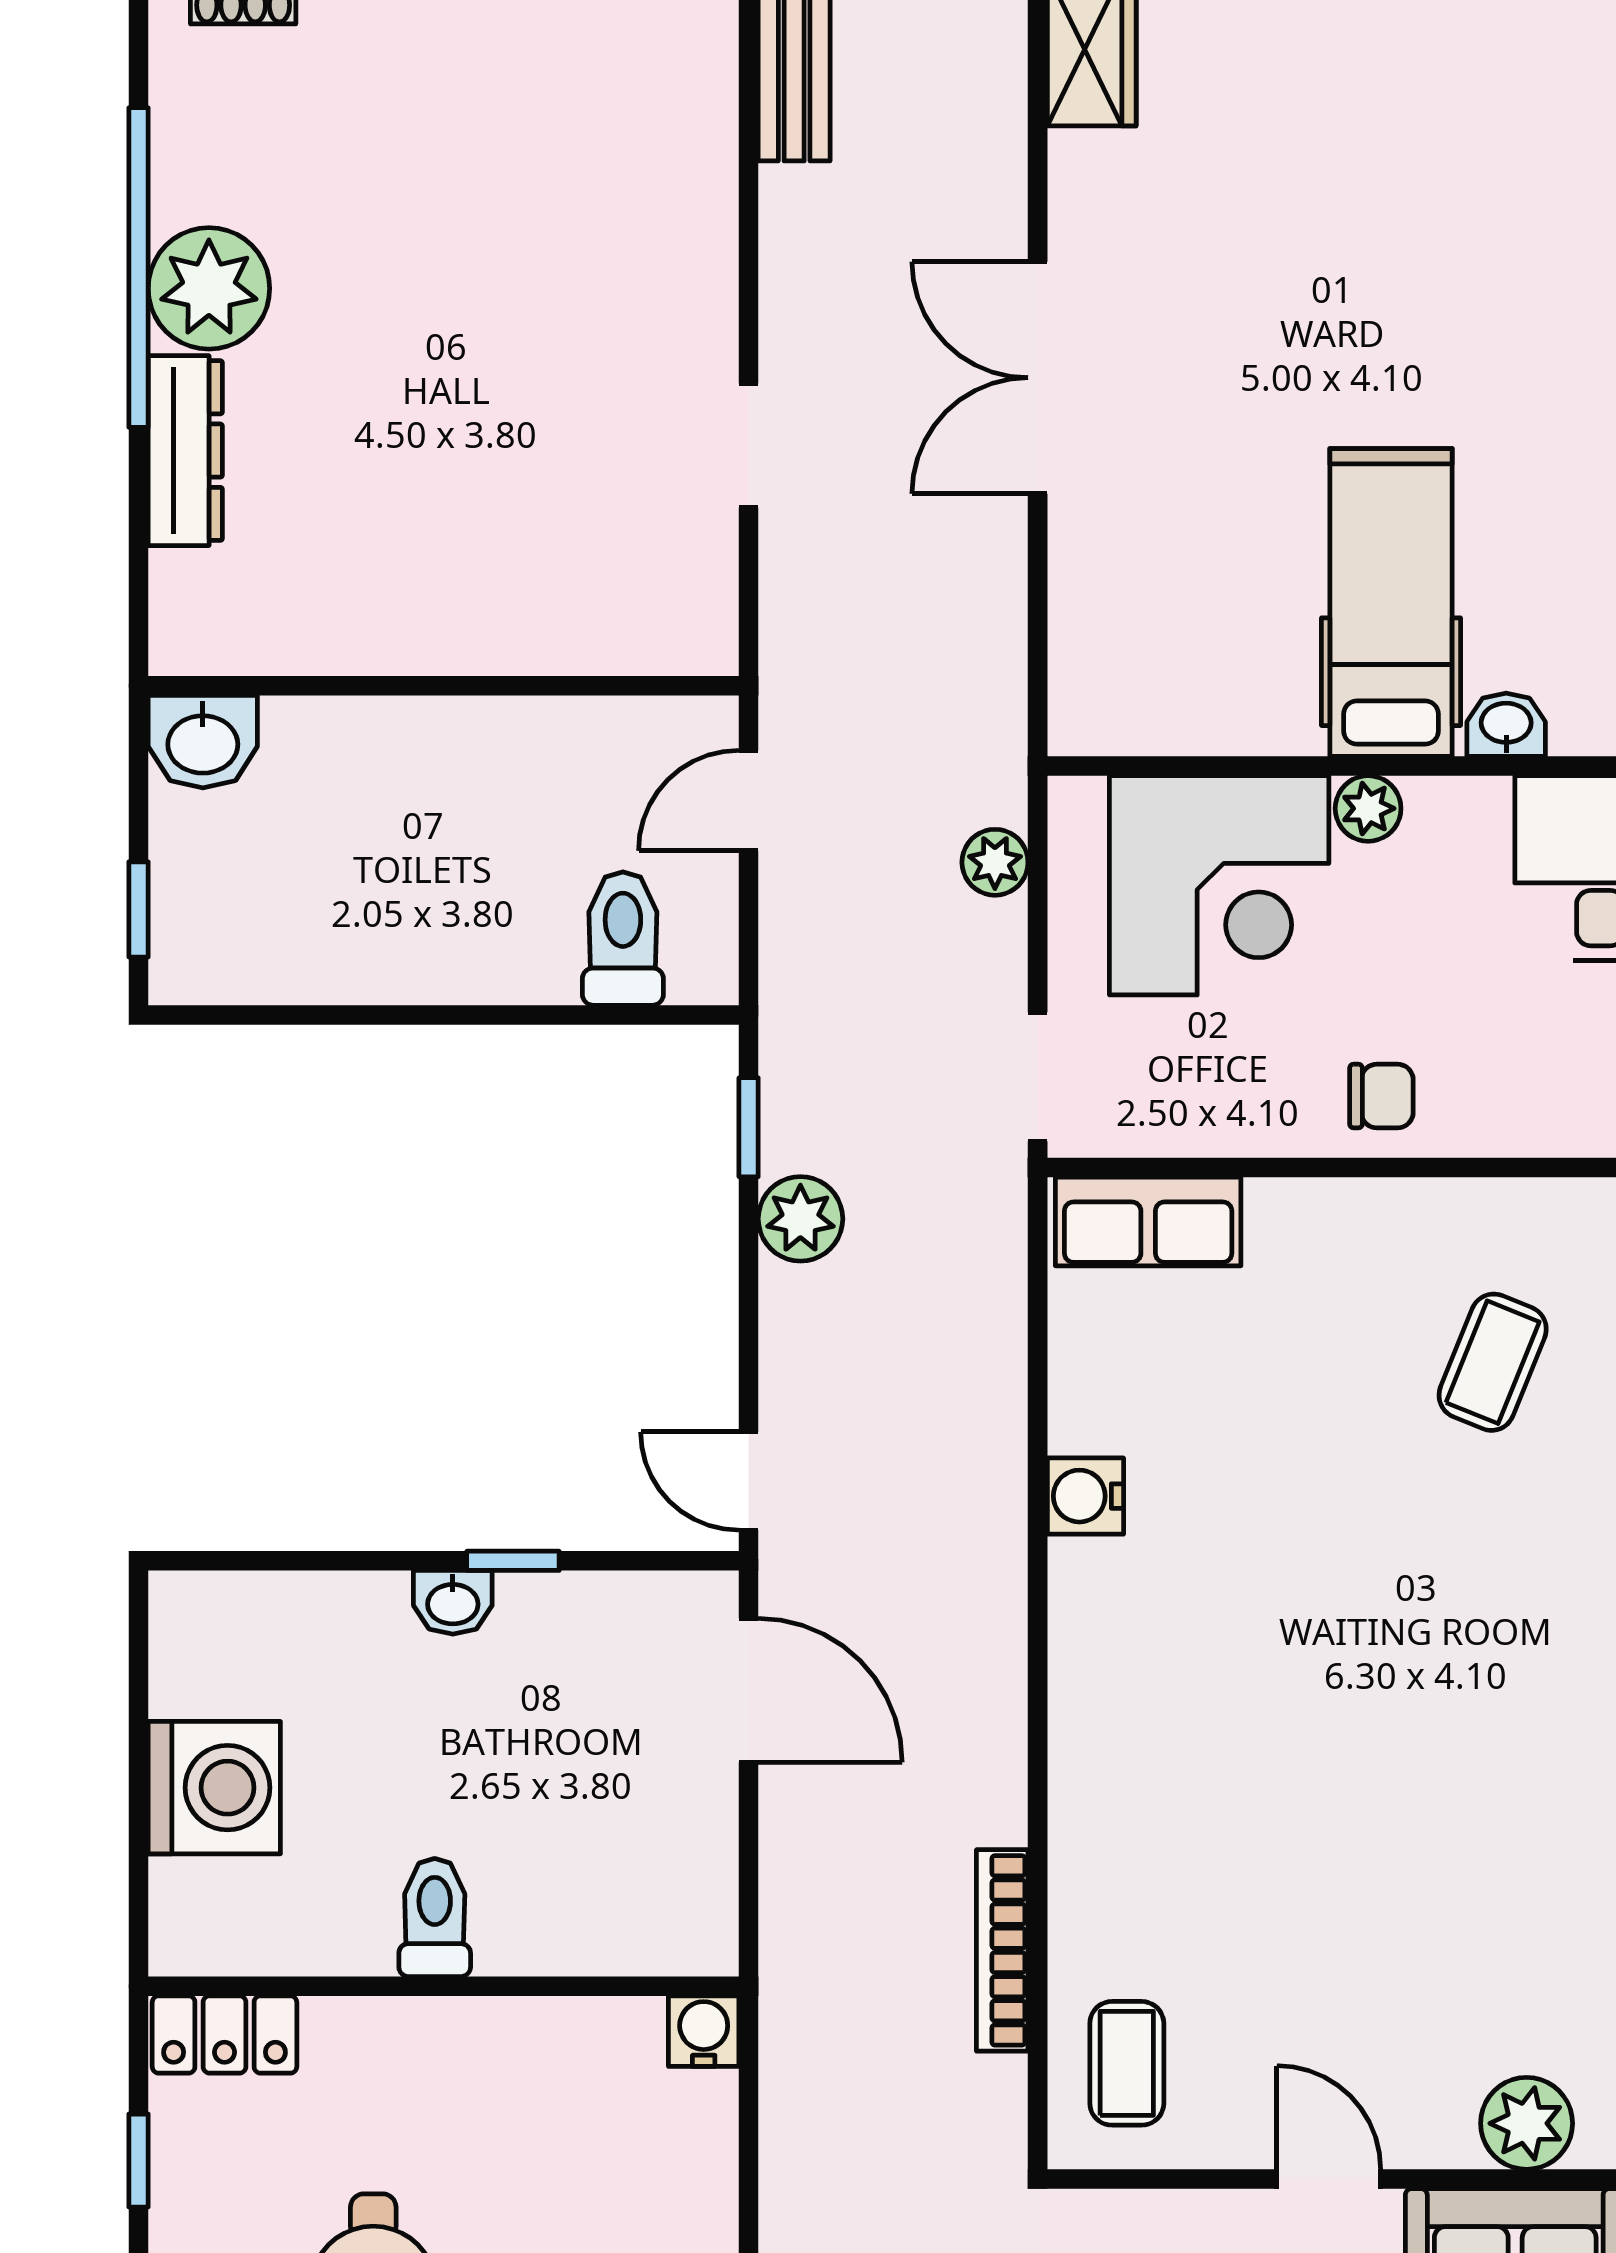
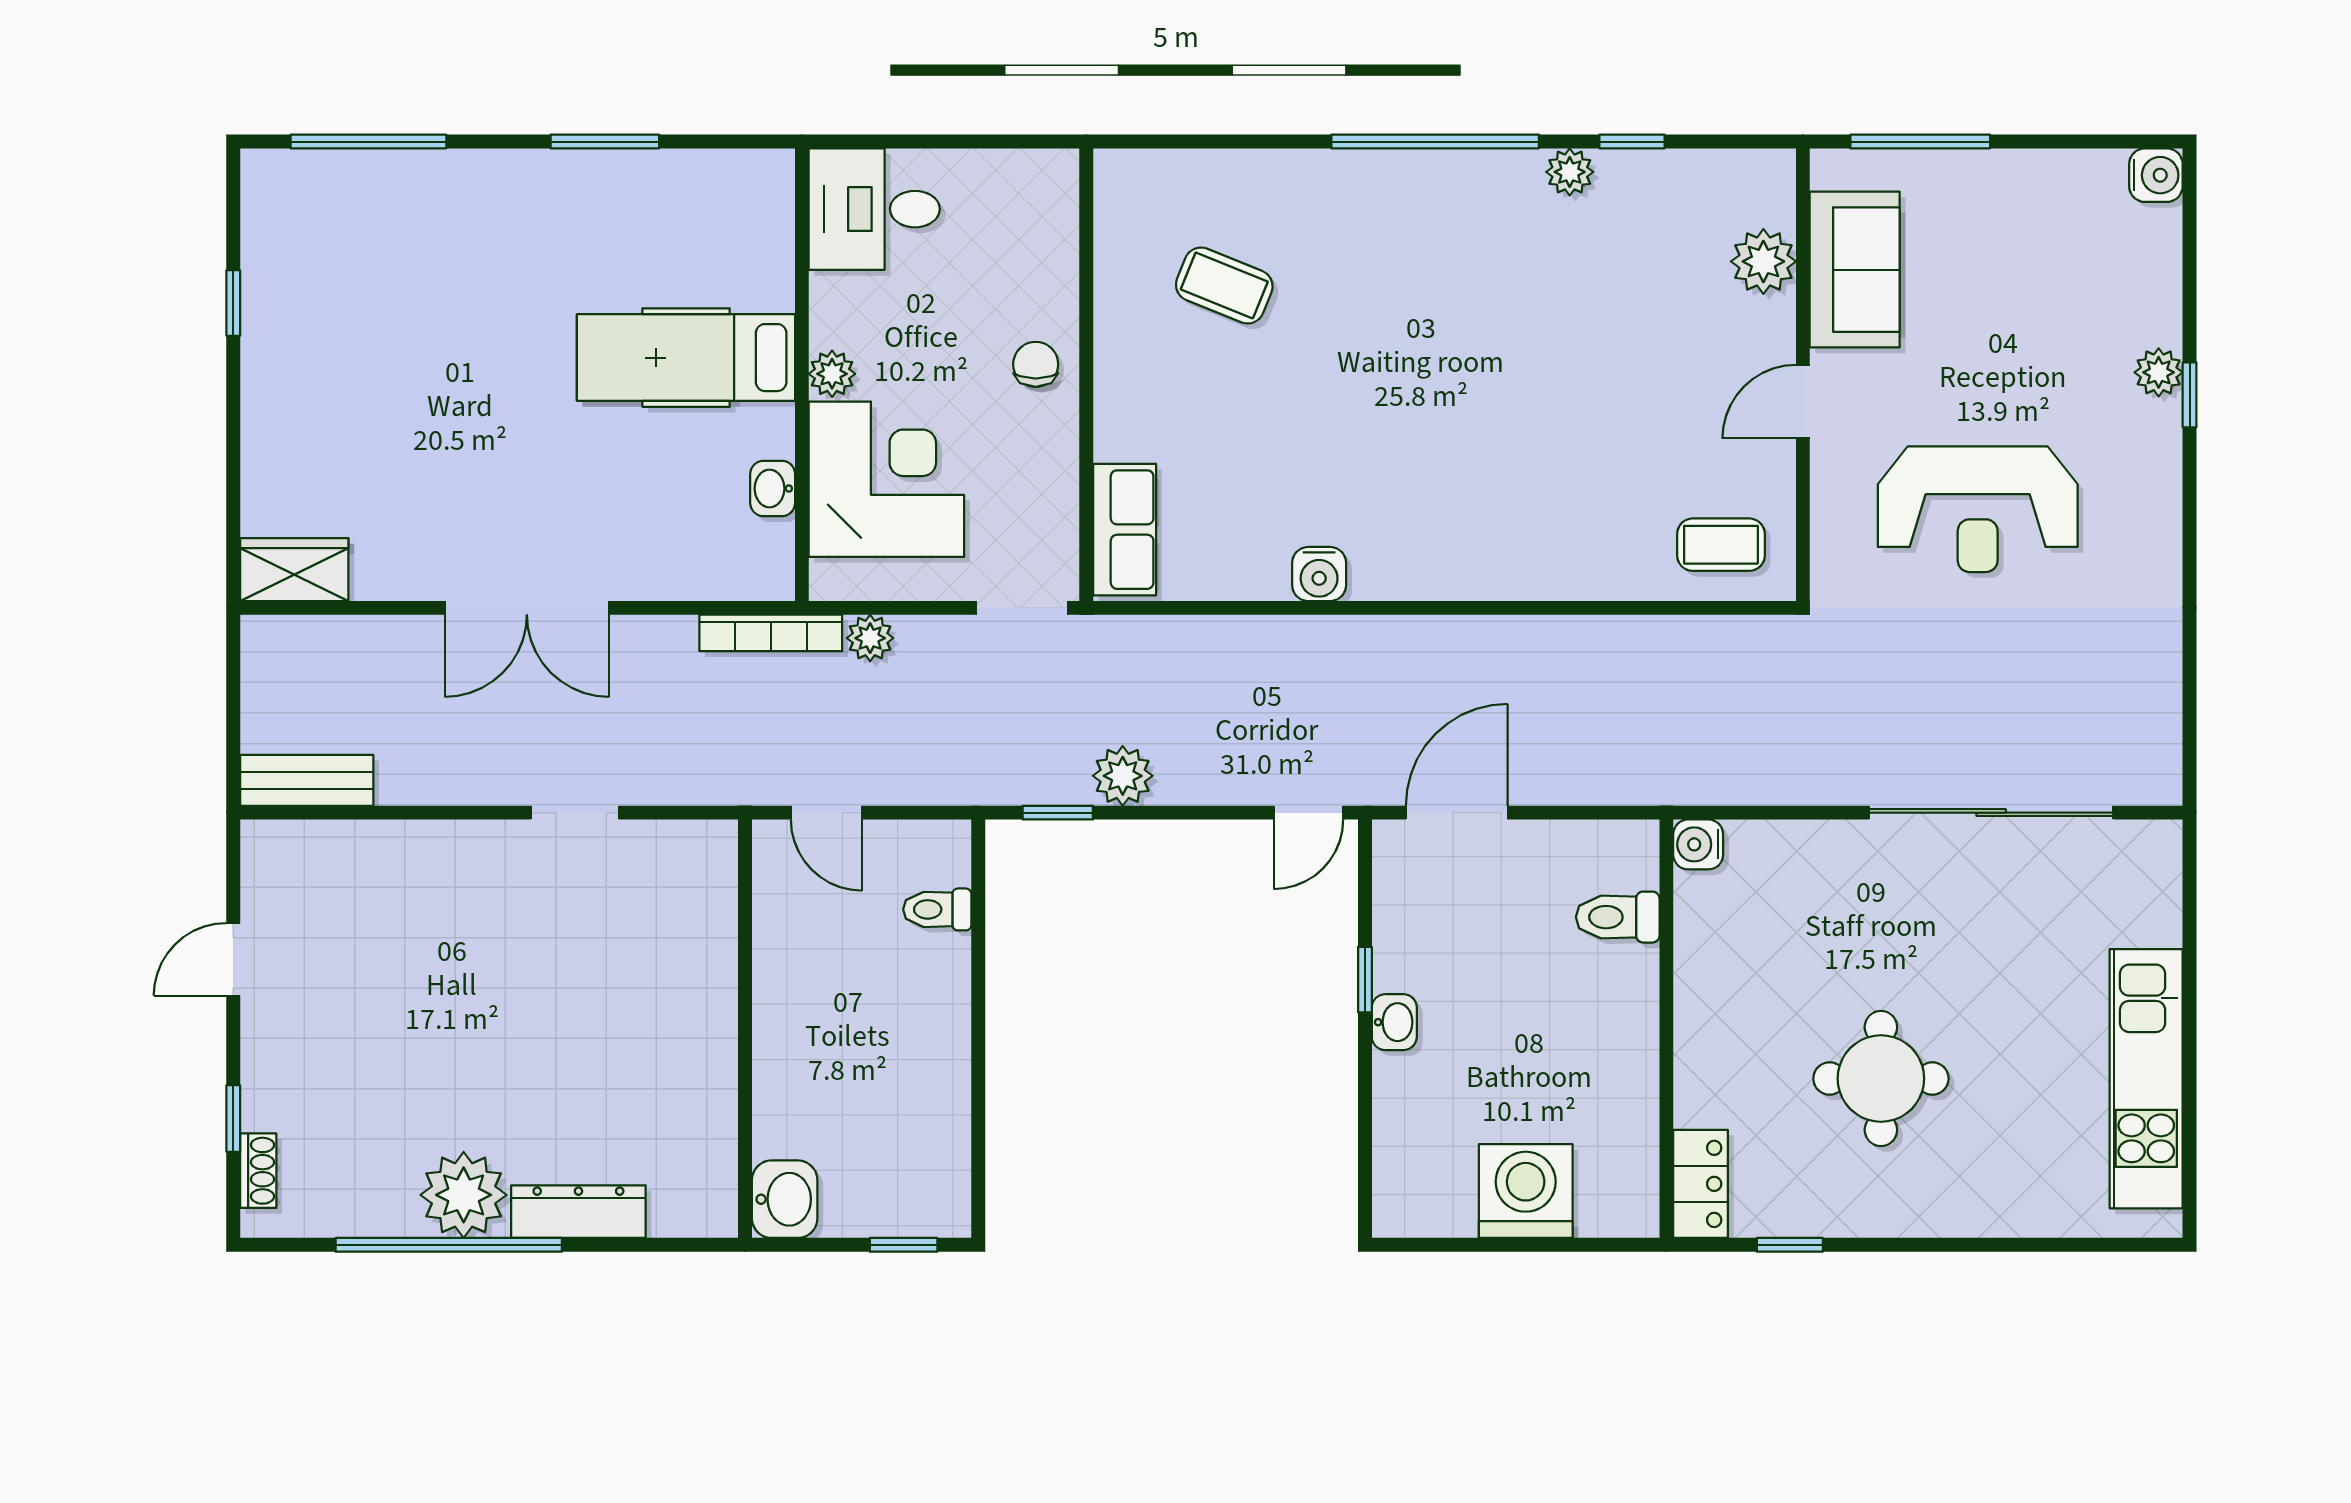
washbasin: (1506, 725) -> (773, 488), moved
toilet: (623, 939) -> (937, 909), width x0.73, depth x0.72
toilet: (435, 1918) -> (1618, 917), moved
bookcase: (1002, 1950) -> (771, 633), moved

